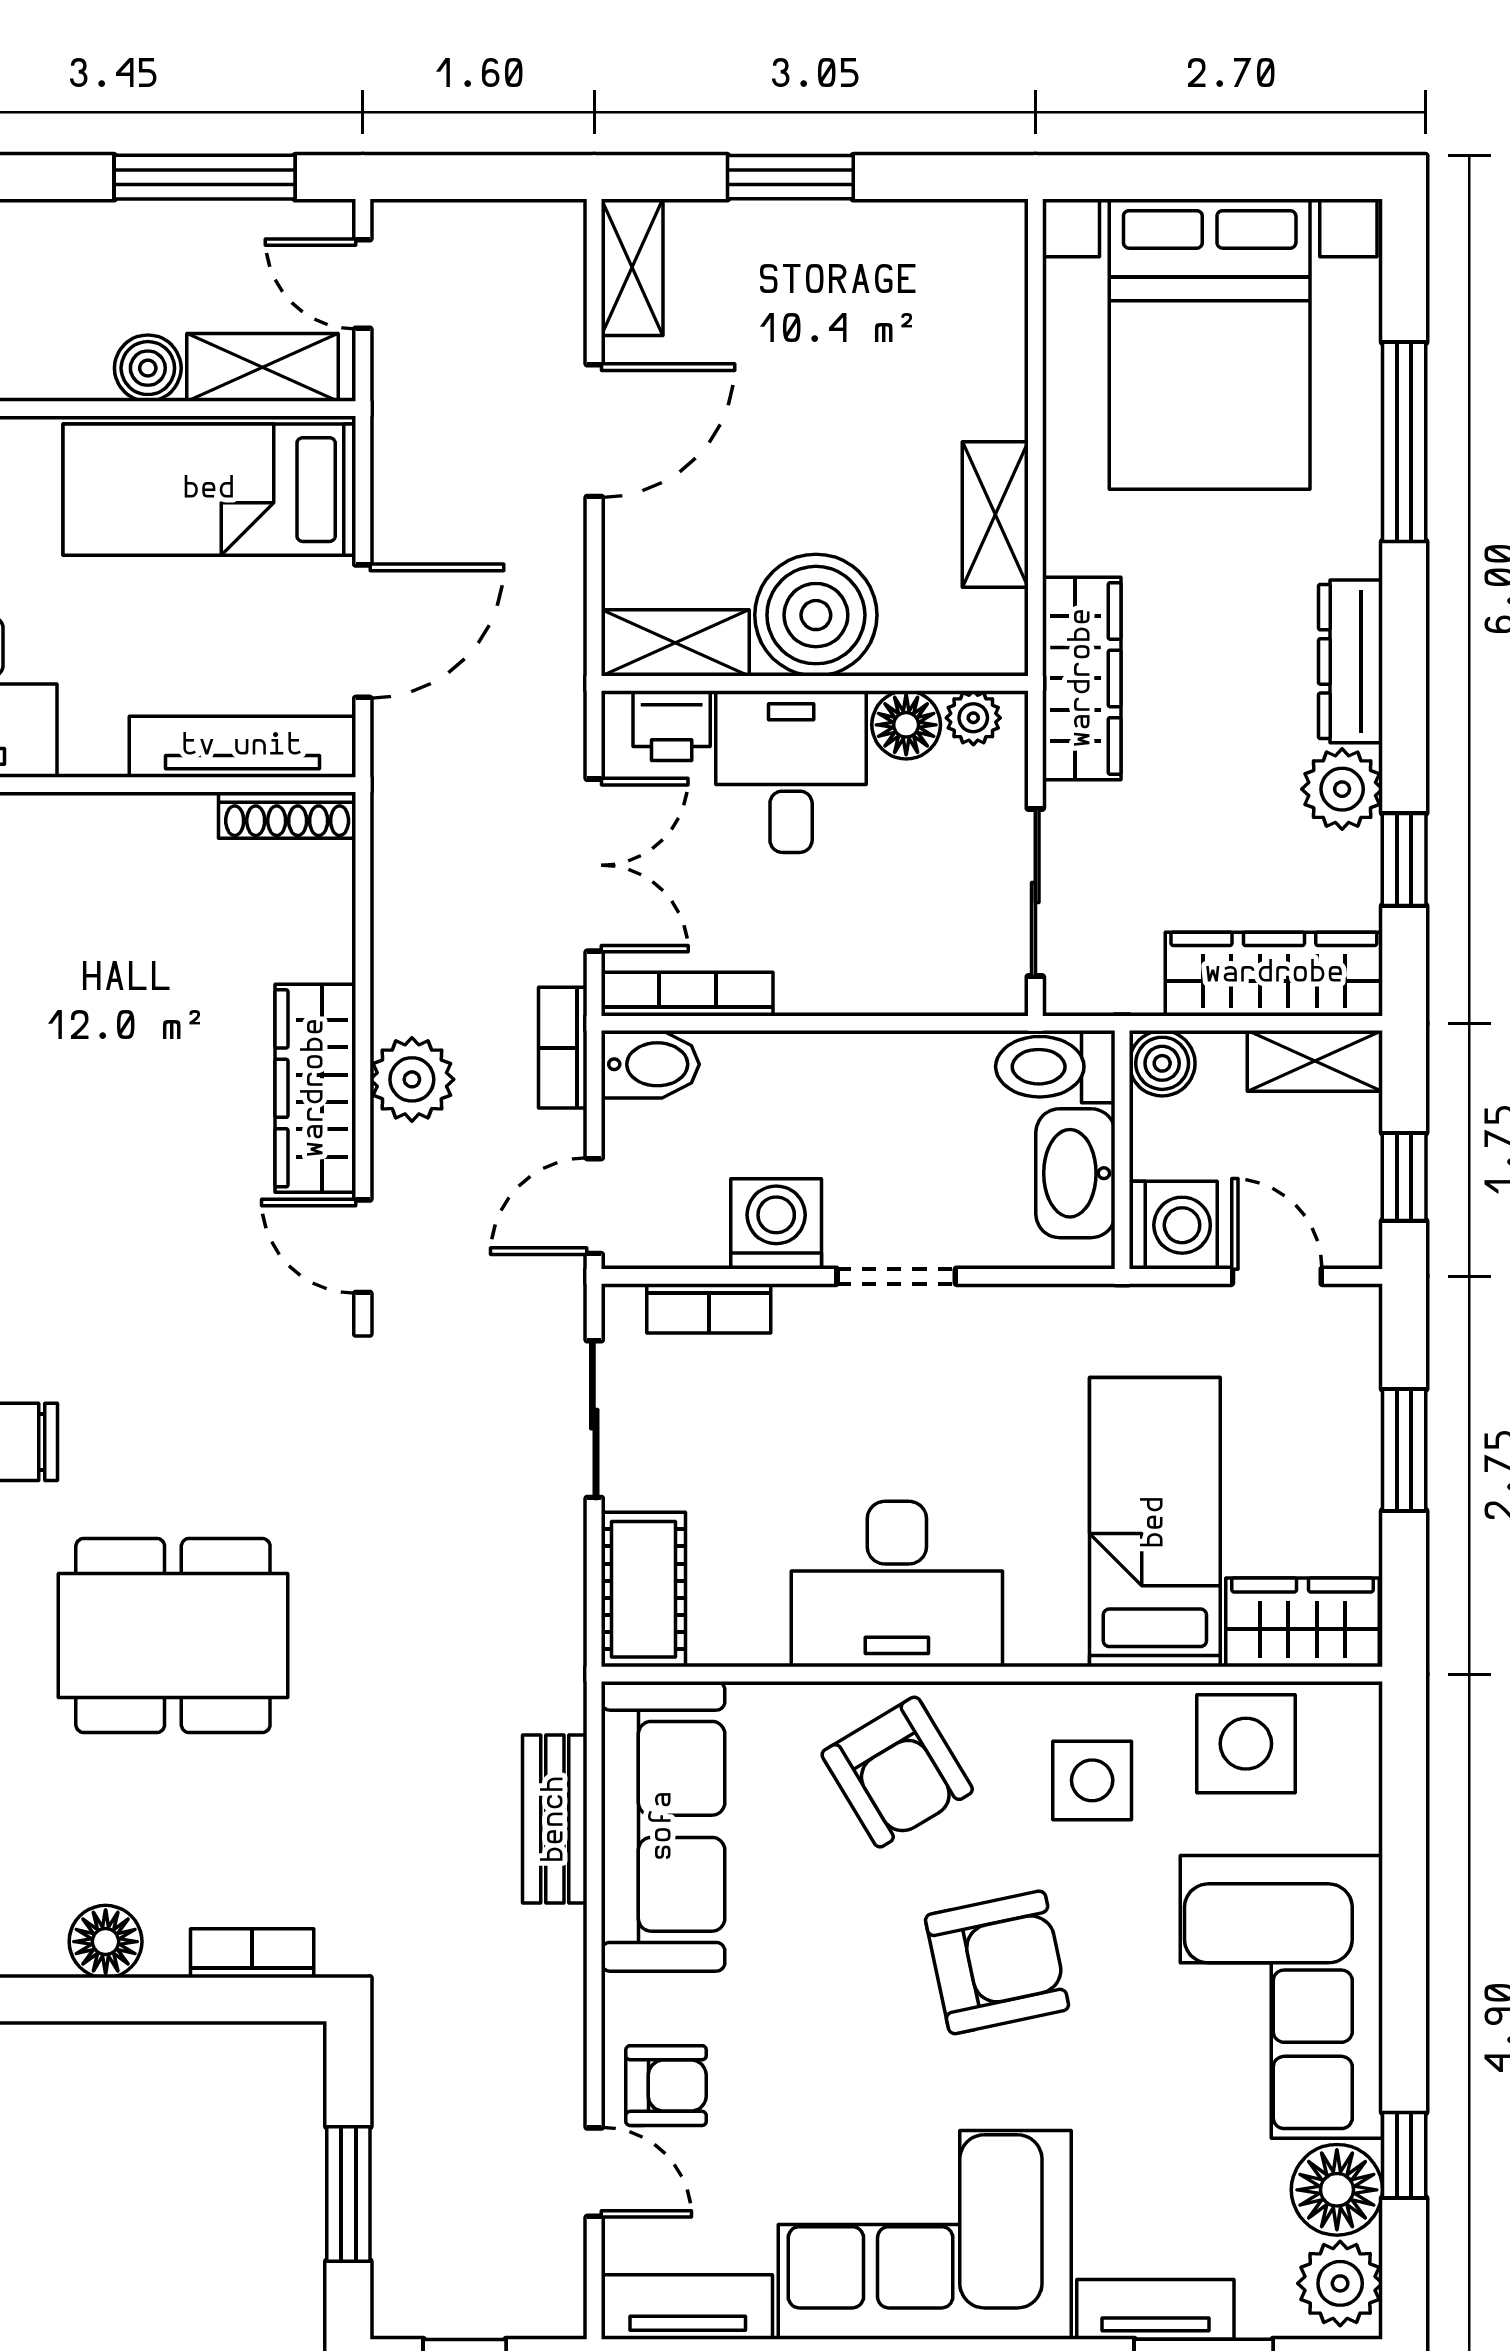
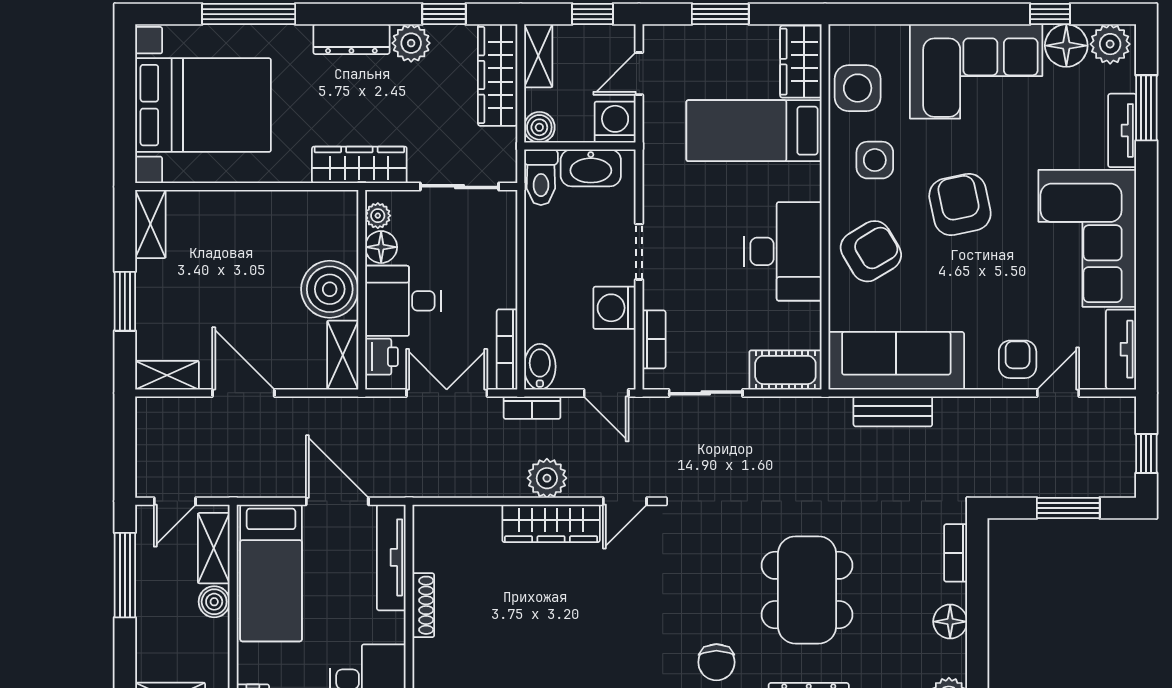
shelving: (995, 515) -> (150, 224), moved, turned 90
shoe rack: (287, 815) -> (423, 605), moved

